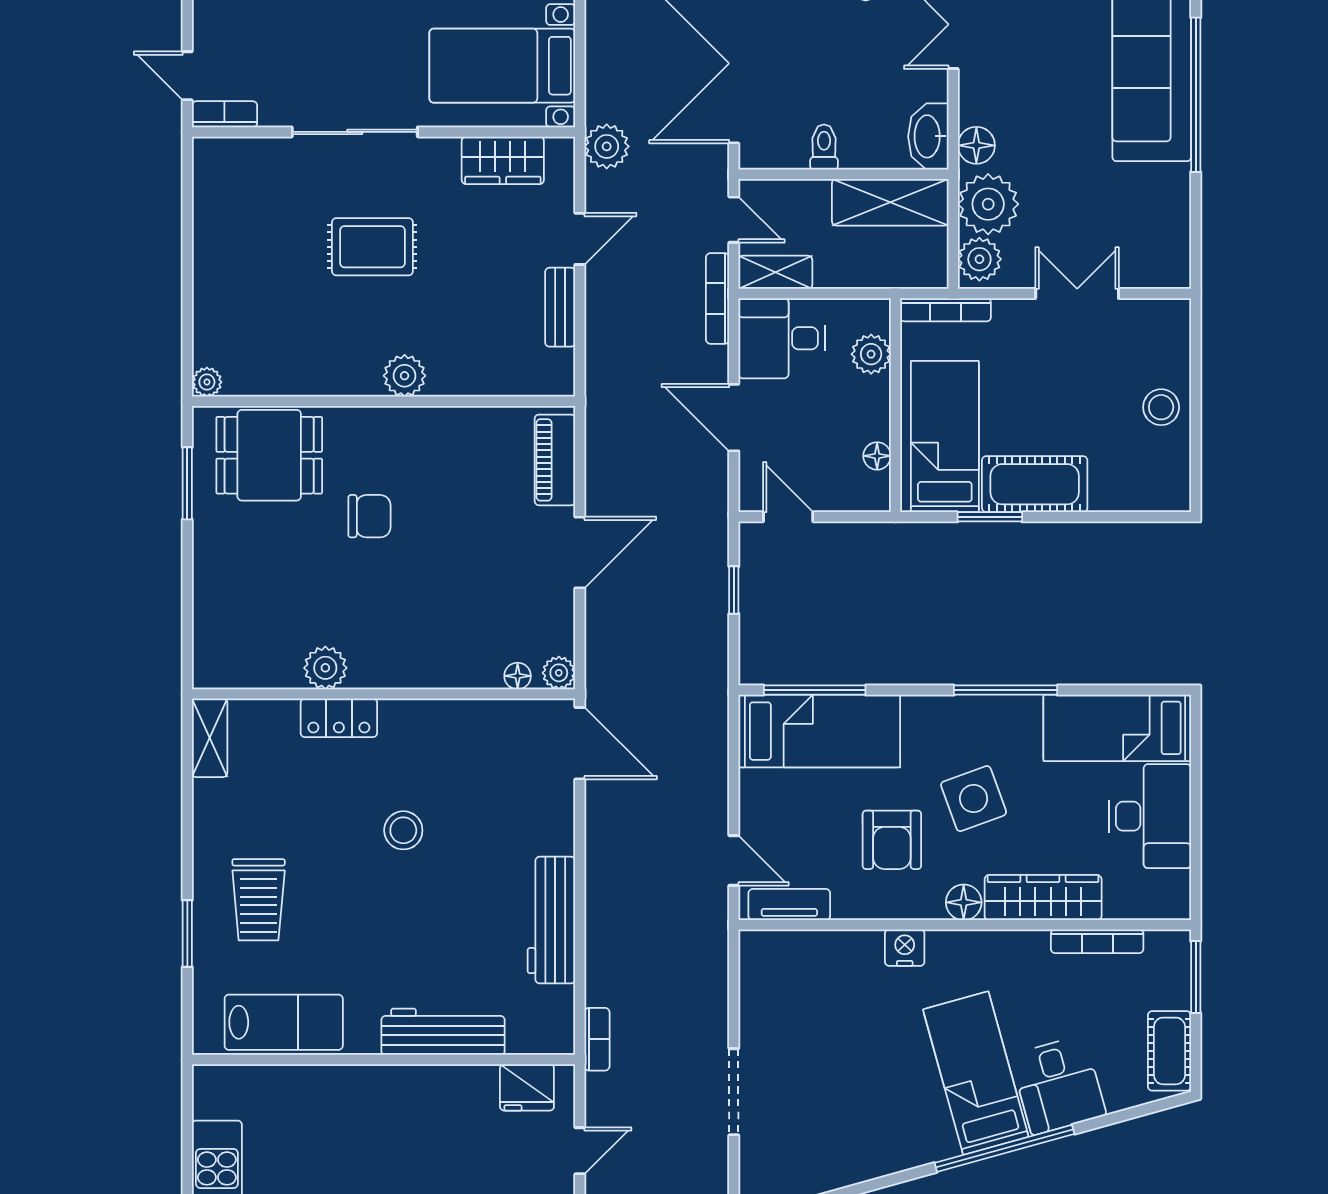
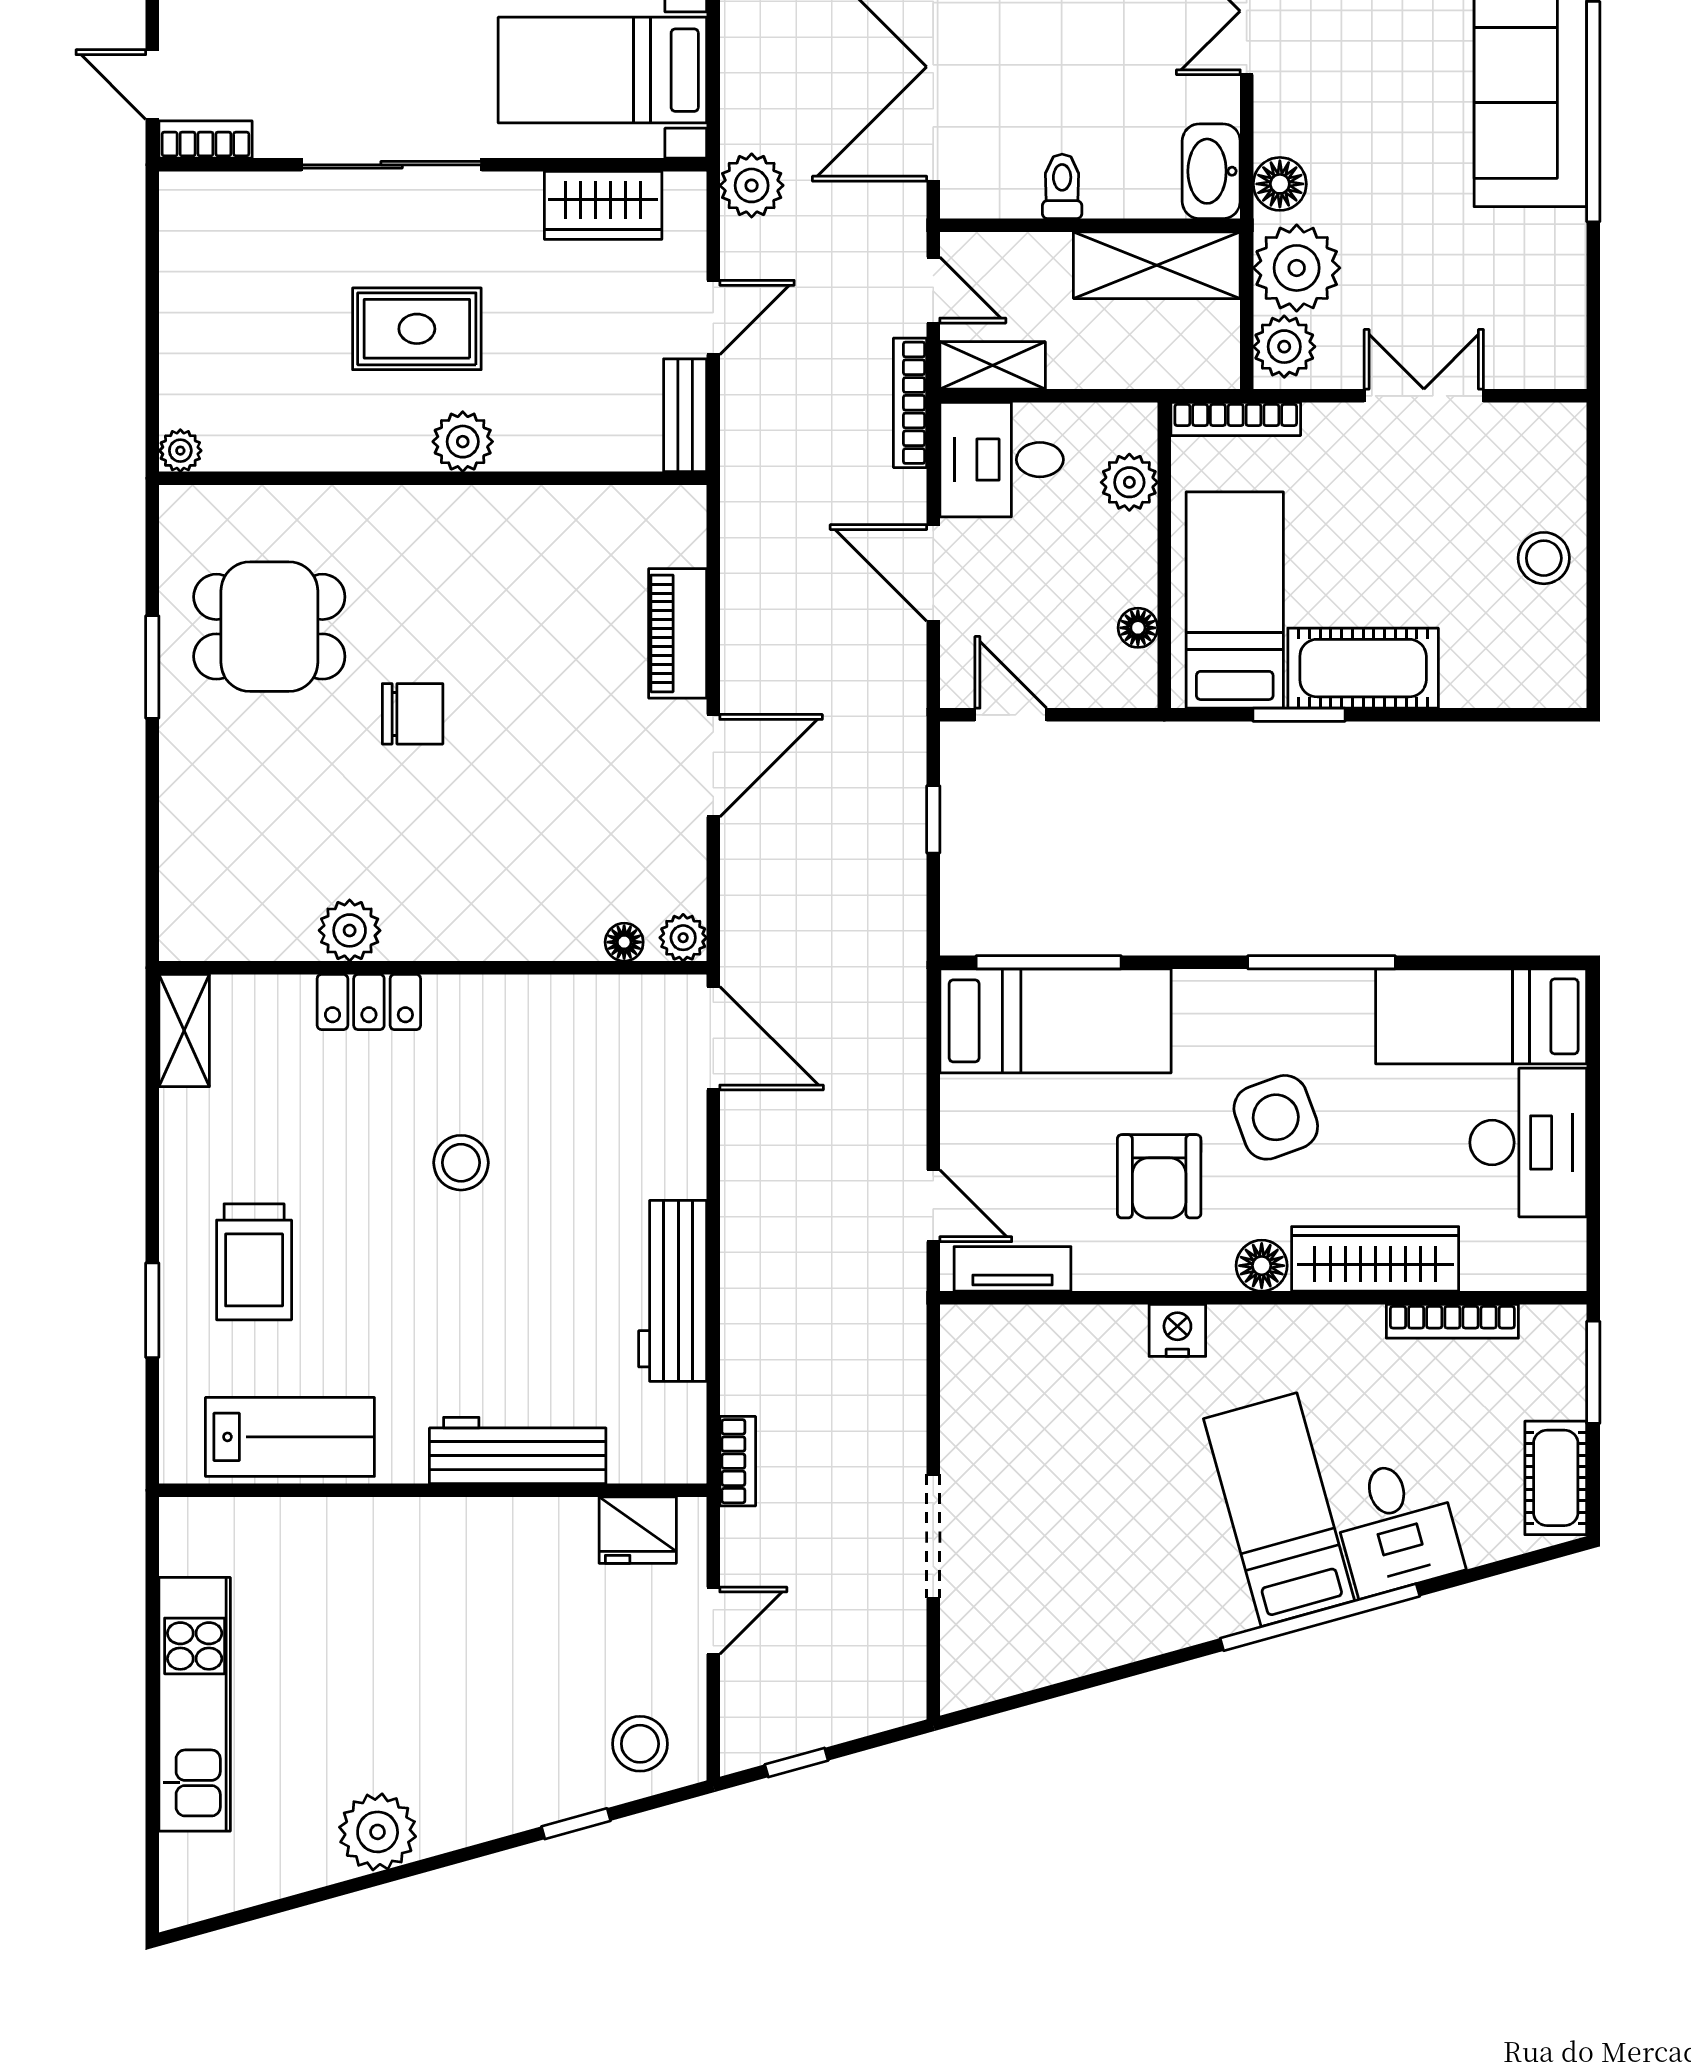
plant: (405, 376) -> (463, 442), moved
plant: (207, 382) -> (180, 451), moved
wall: (384, 401) -> (433, 478), moved

